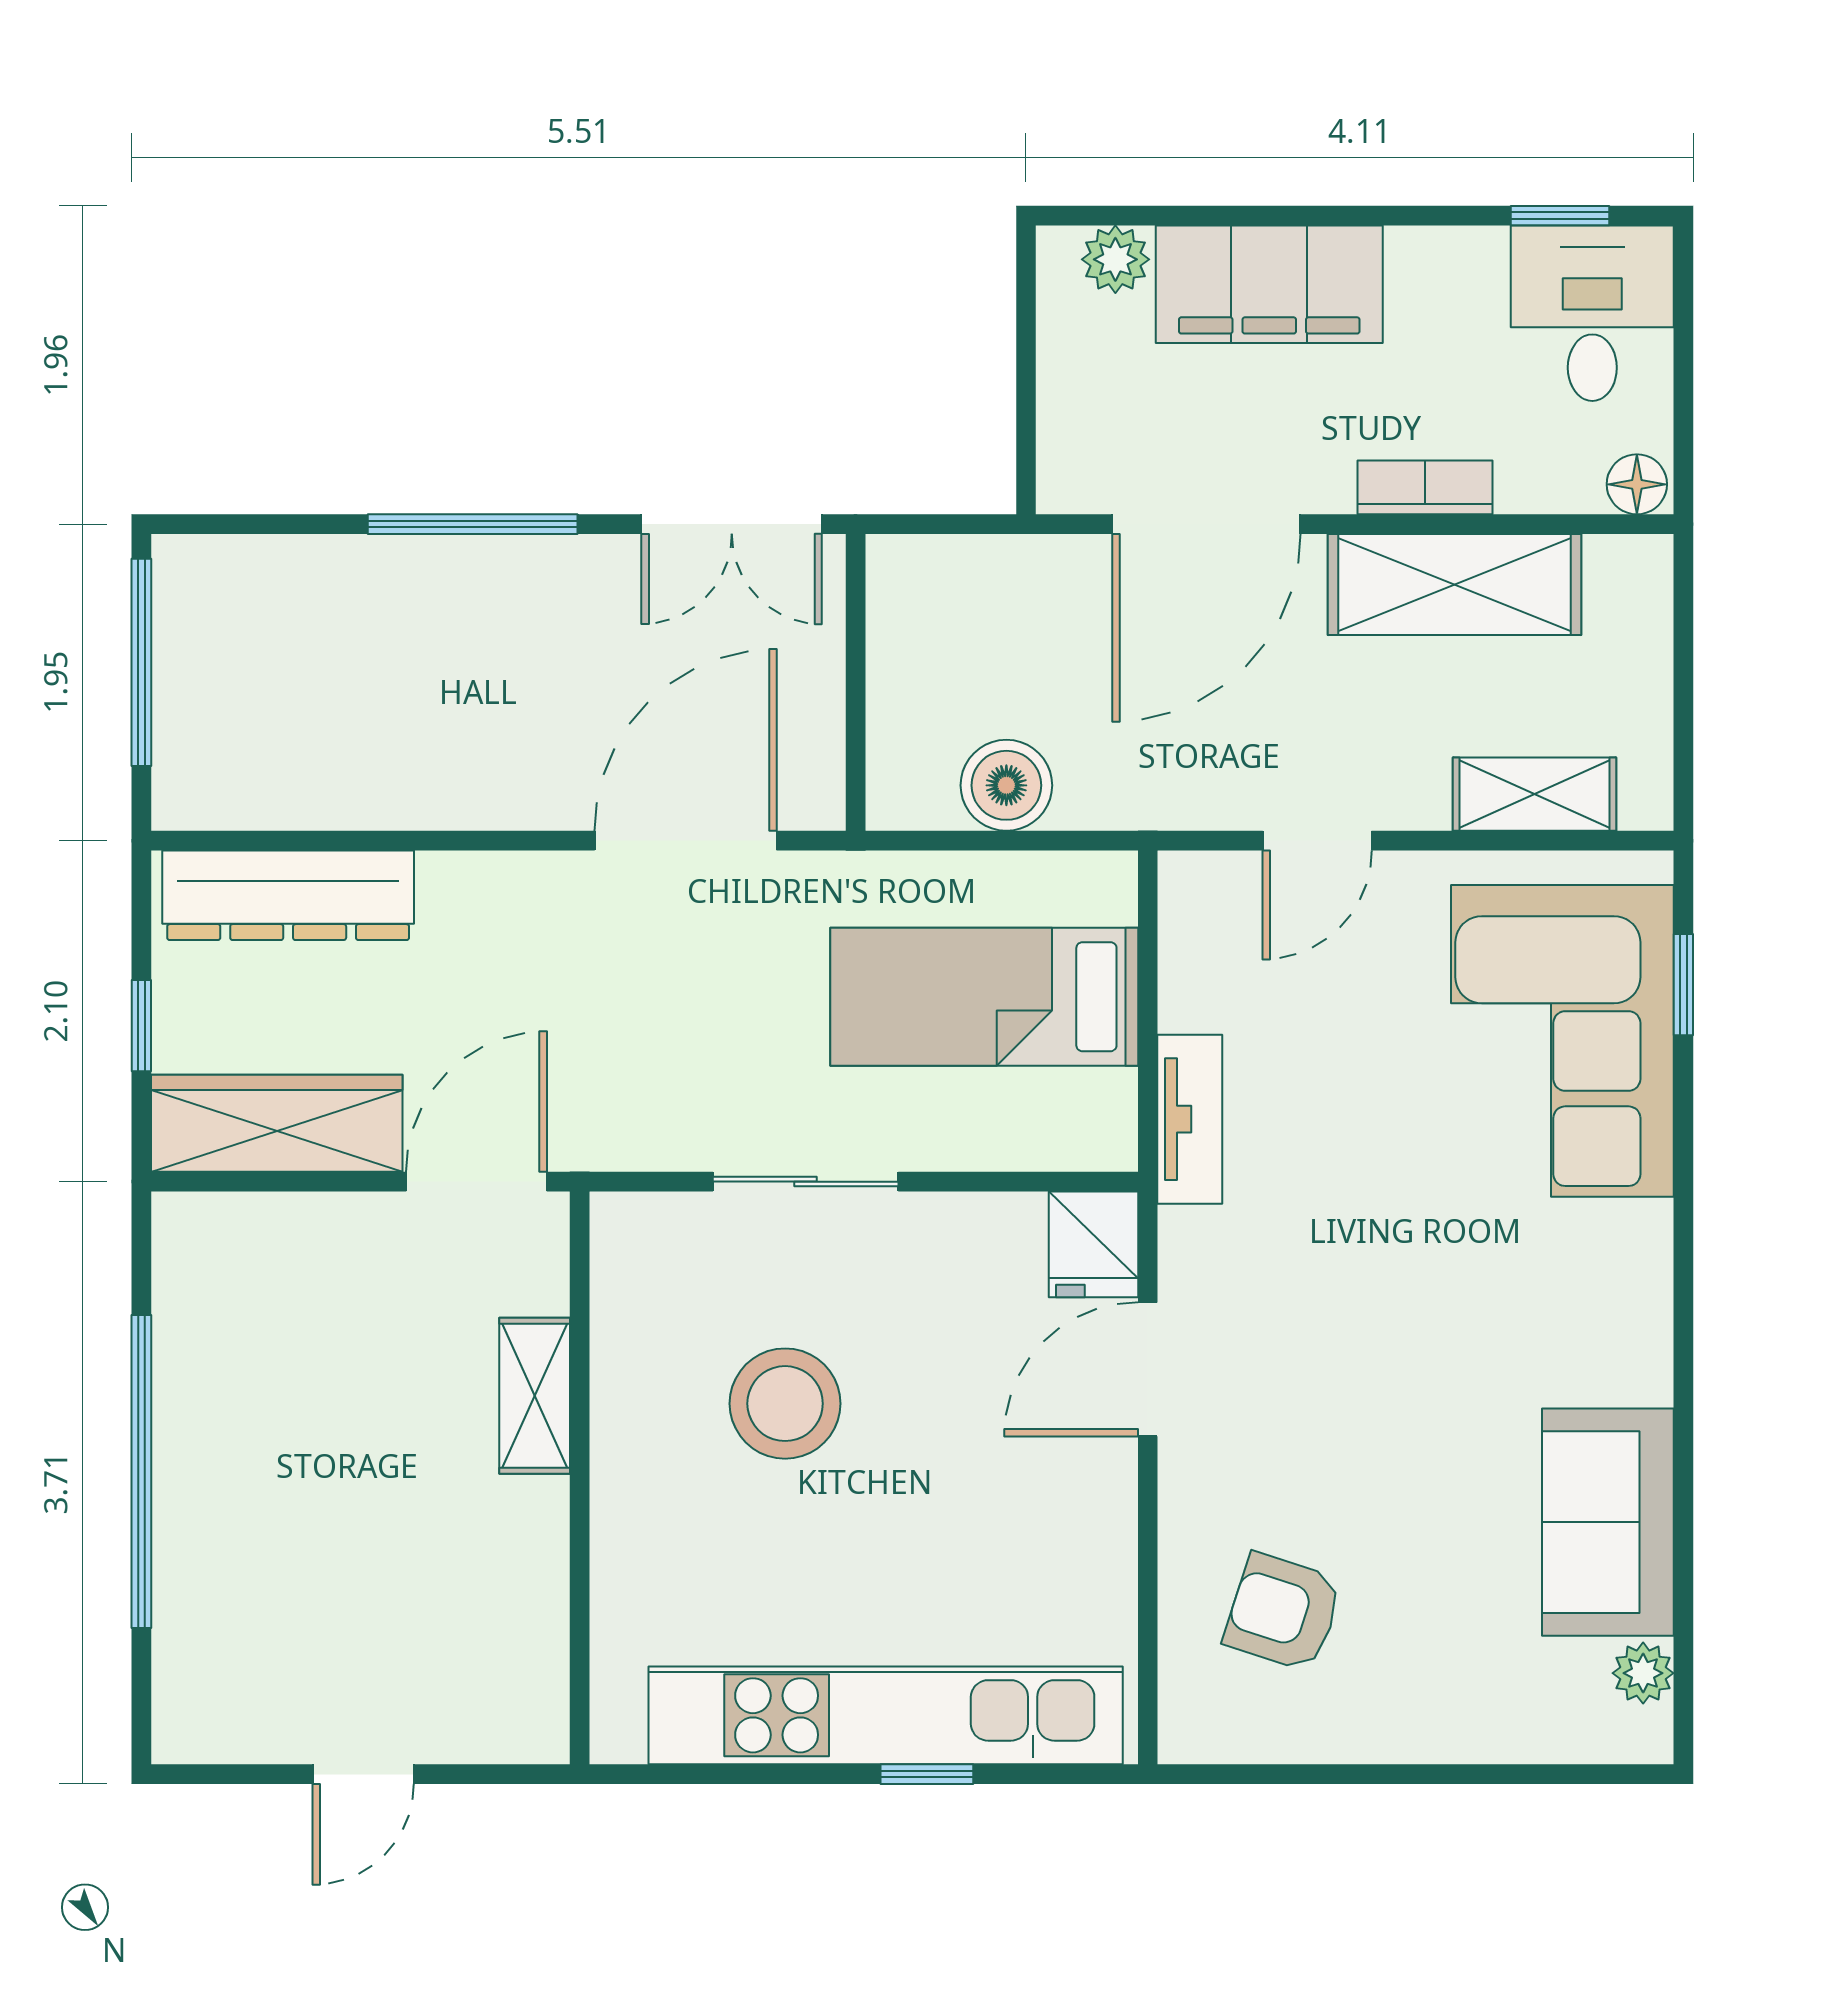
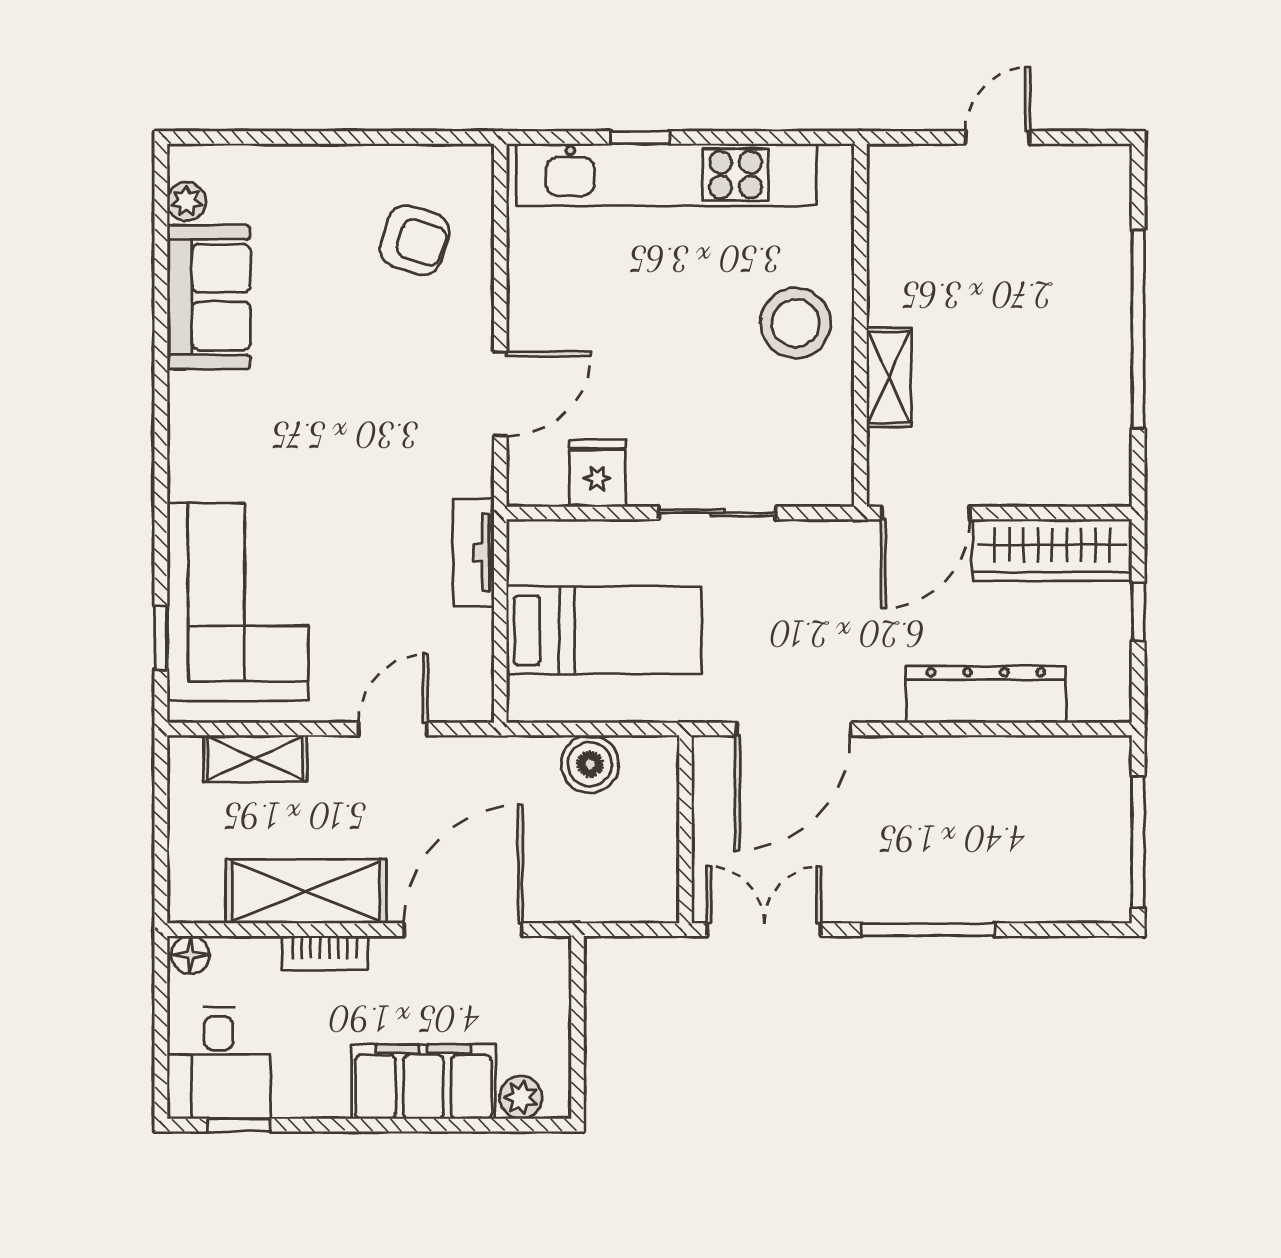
dresser: (288, 895) -> (986, 694), moved
fridge: (1093, 1244) -> (597, 473), moved
stool: (785, 1404) -> (796, 323), moved

